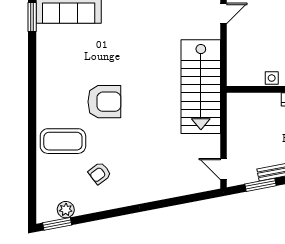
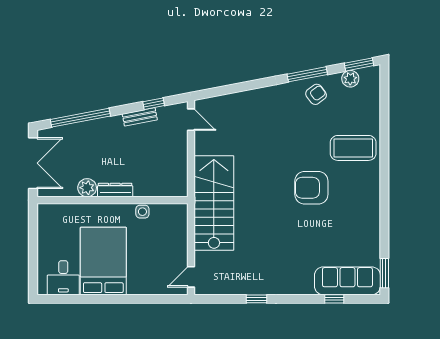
armchair: (100, 173) -> (316, 94), moved
window: (261, 185) -> (154, 104), width x0.67
window: (108, 214) -> (307, 74), added

